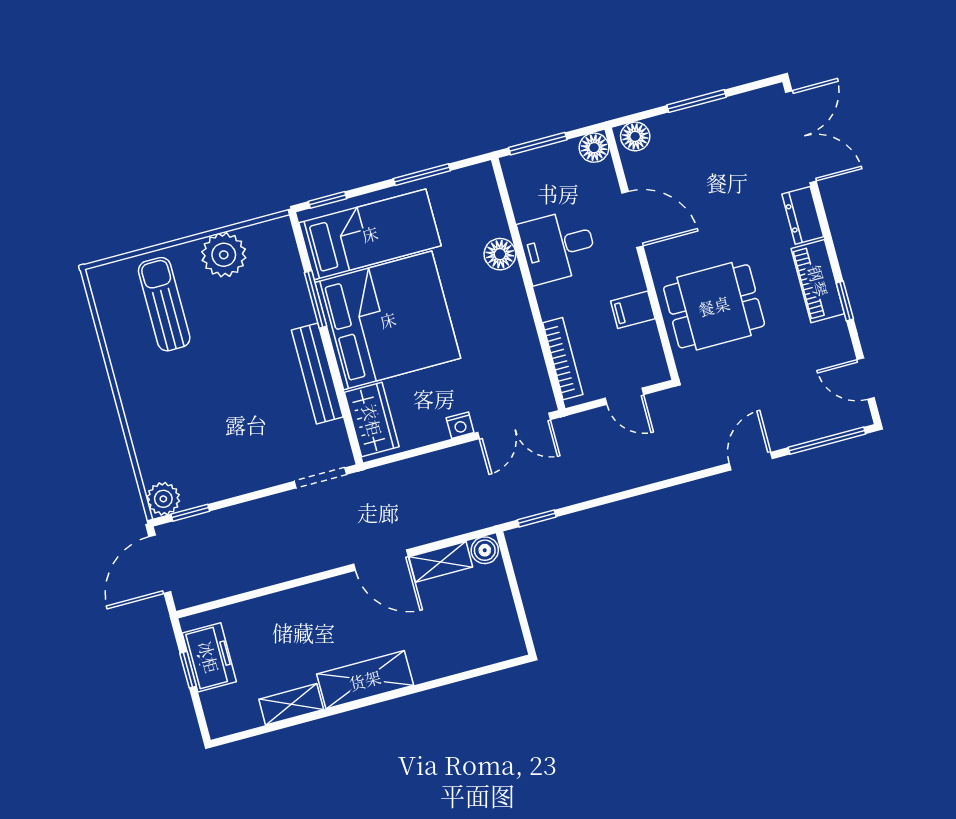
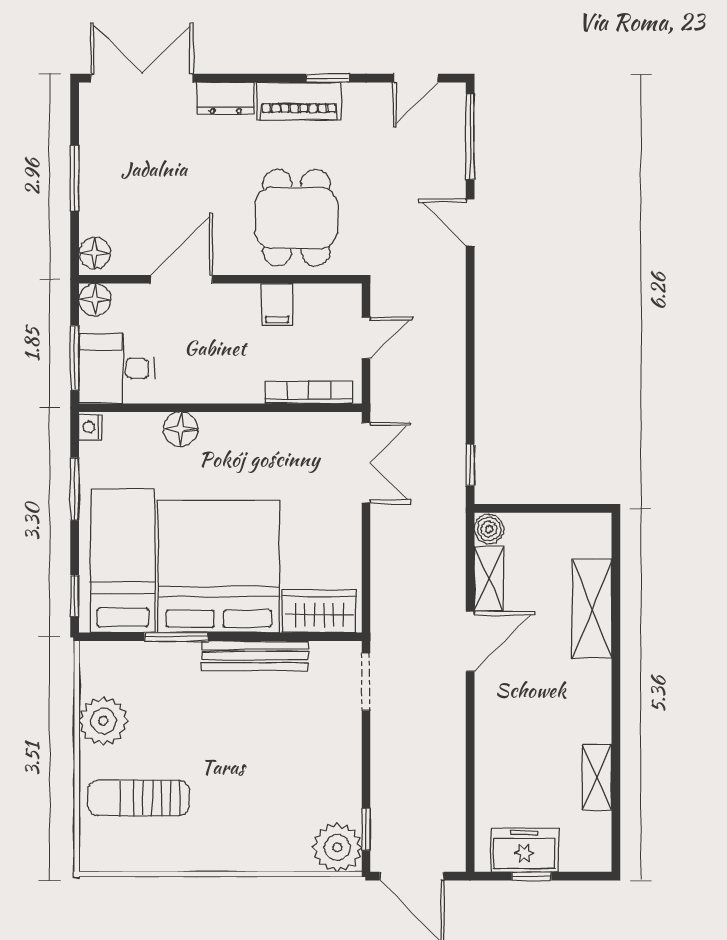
desk: (558, 246) -> (117, 368), moved, turned 90
nightstand: (460, 425) -> (91, 427), moved, turned 180
plant: (163, 499) -> (337, 847), width x1.36, depth x1.36
shelving: (365, 680) -> (592, 609), moved

